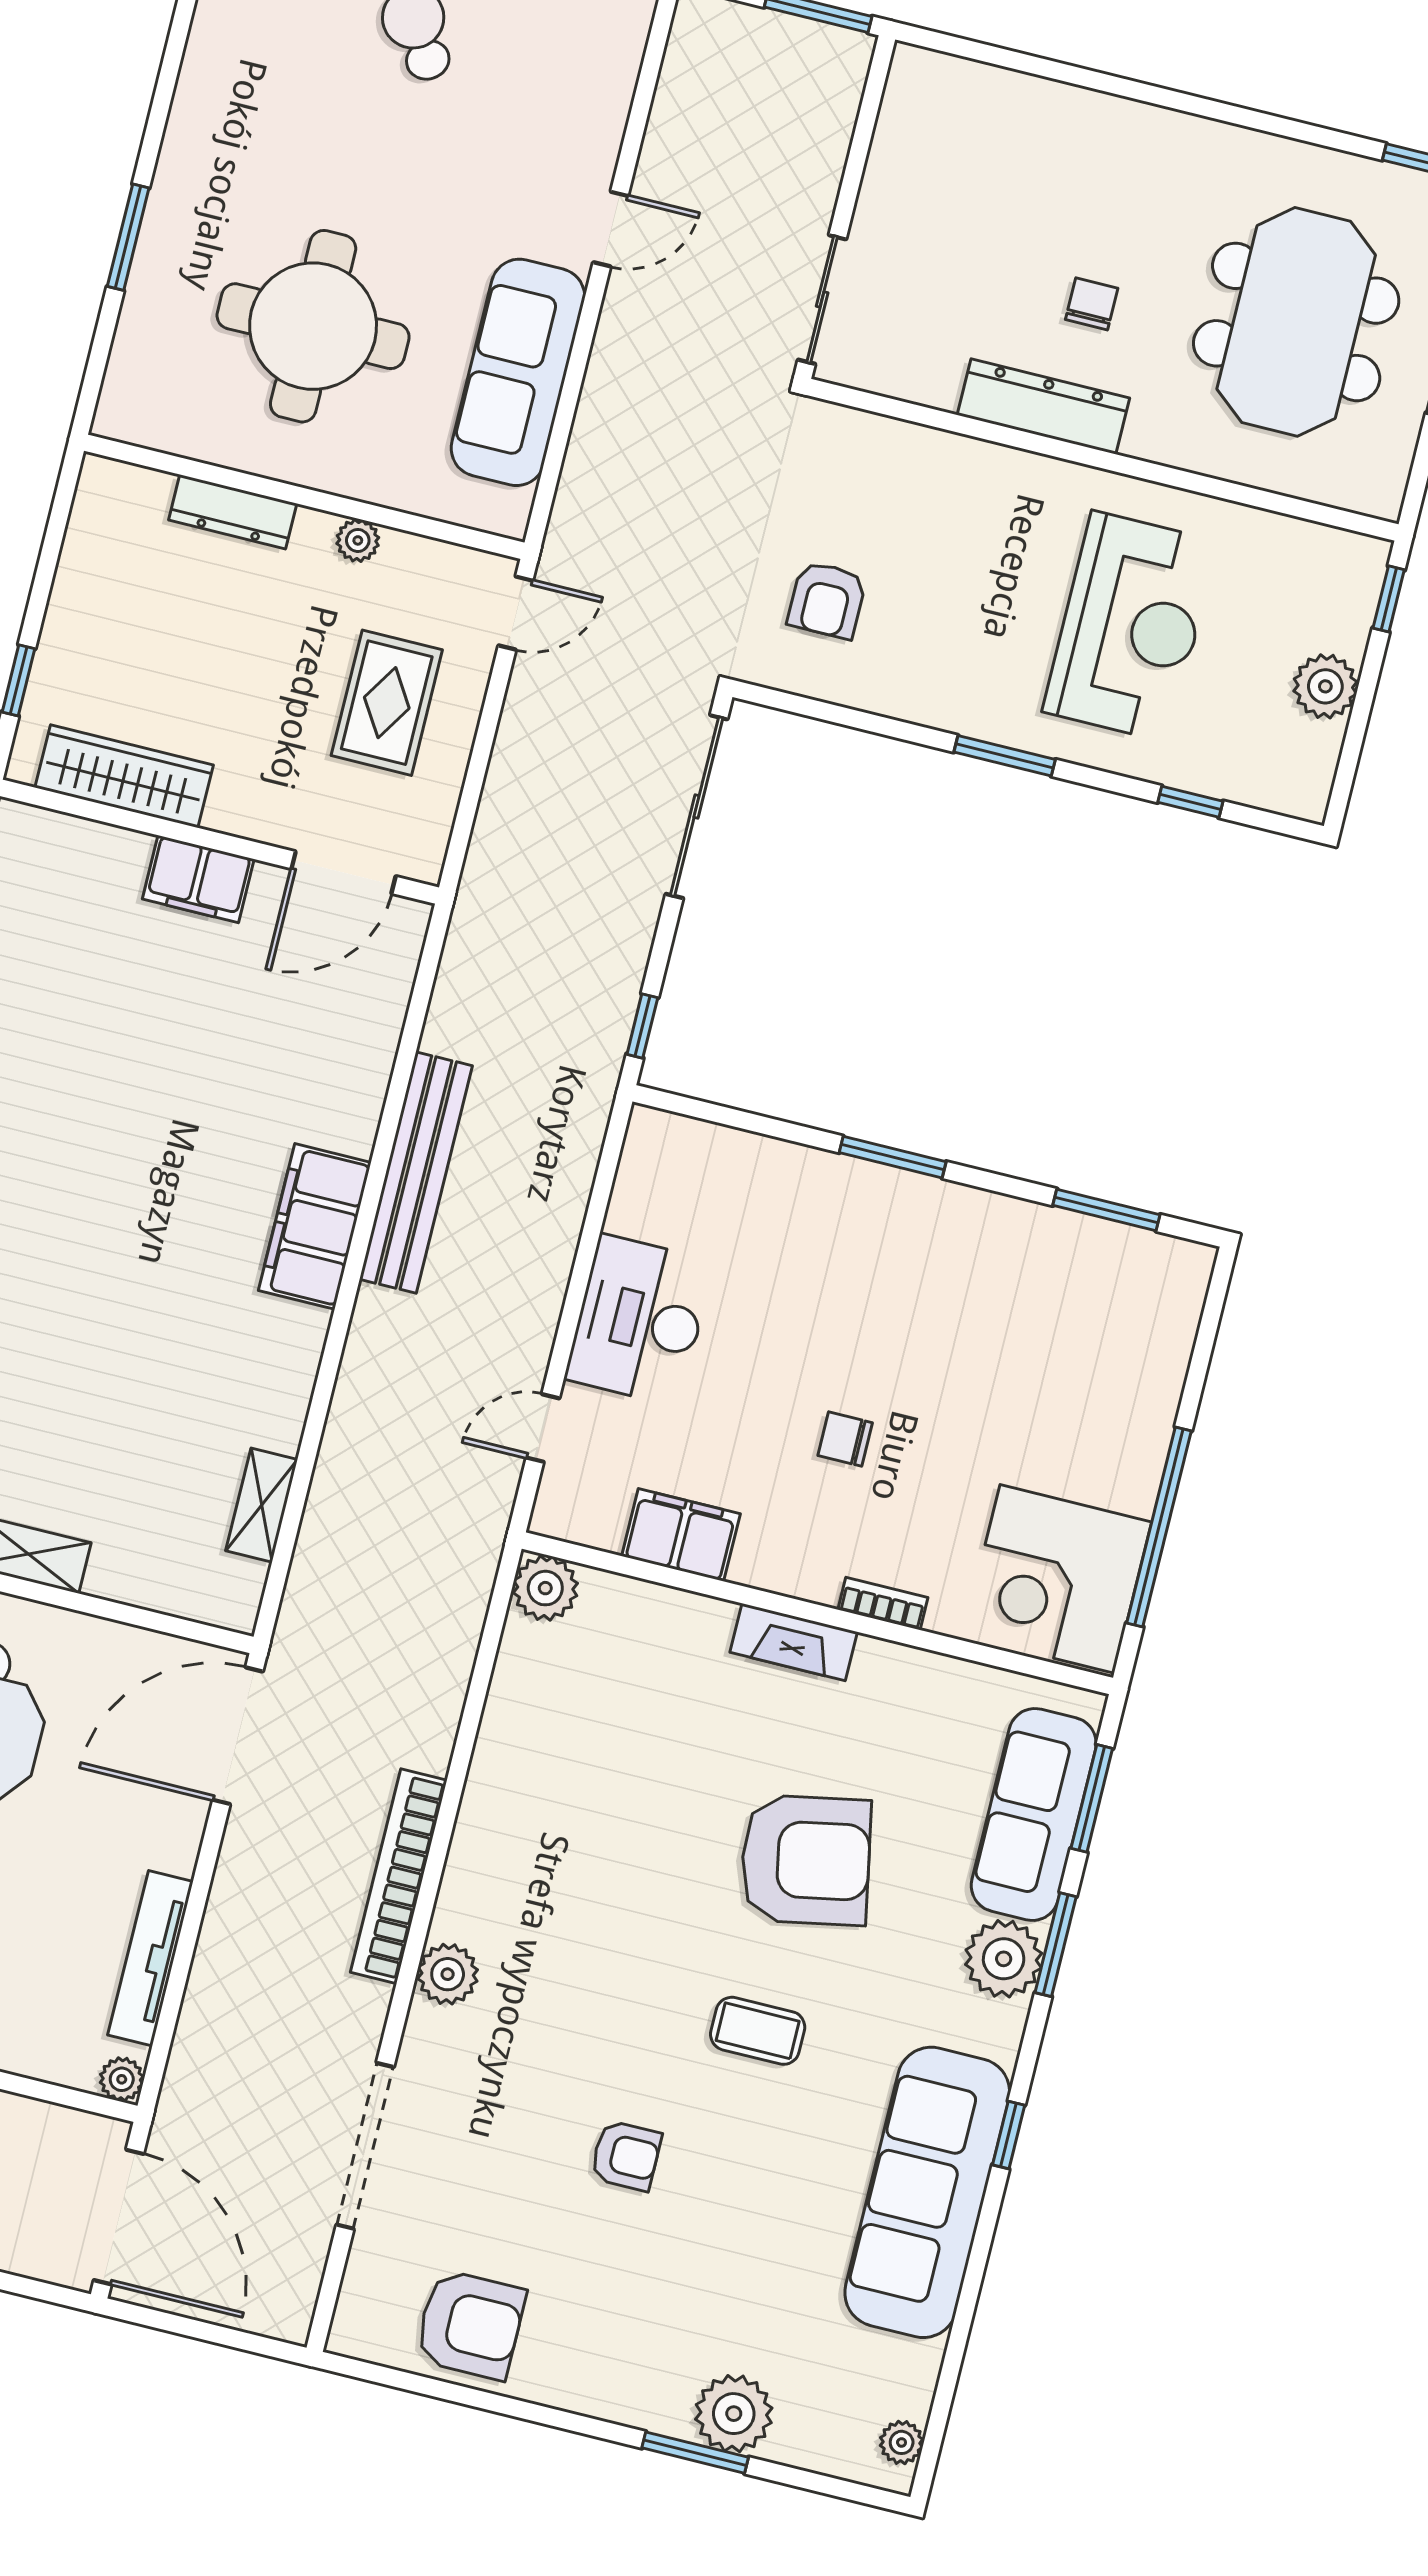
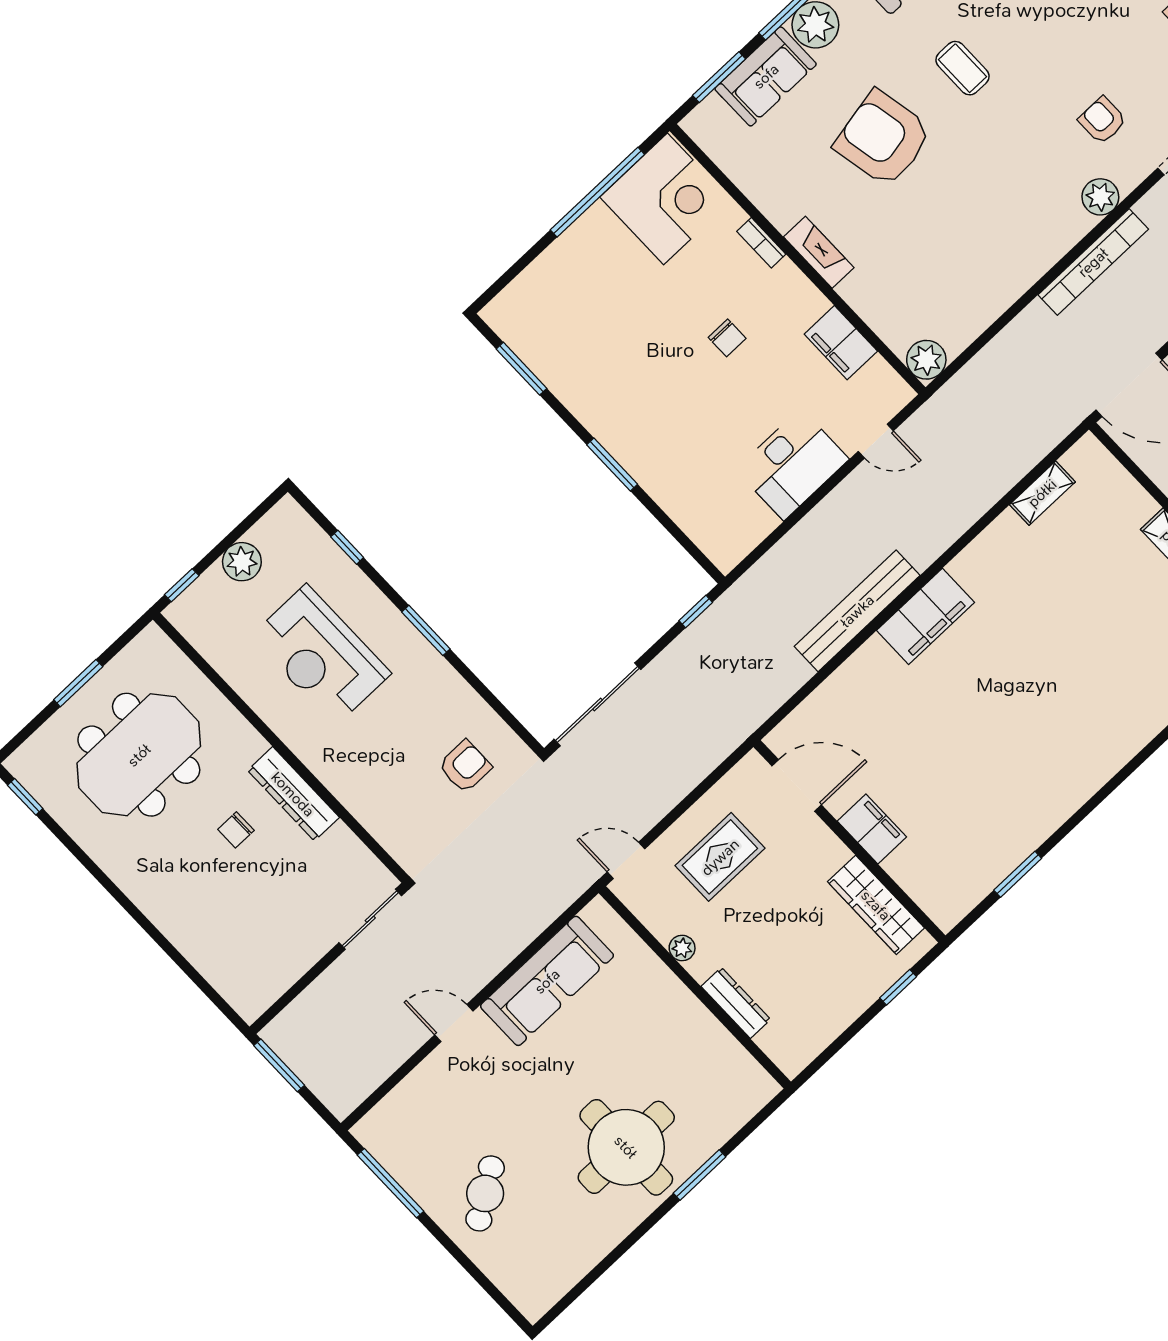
round table: (313, 326) -> (626, 1147), moved
reception desk: (1130, 626) -> (321, 655), turned -90
sofa: (1034, 1814) -> (766, 76), width x0.73
armchair: (626, 2156) -> (1102, 120), moved

